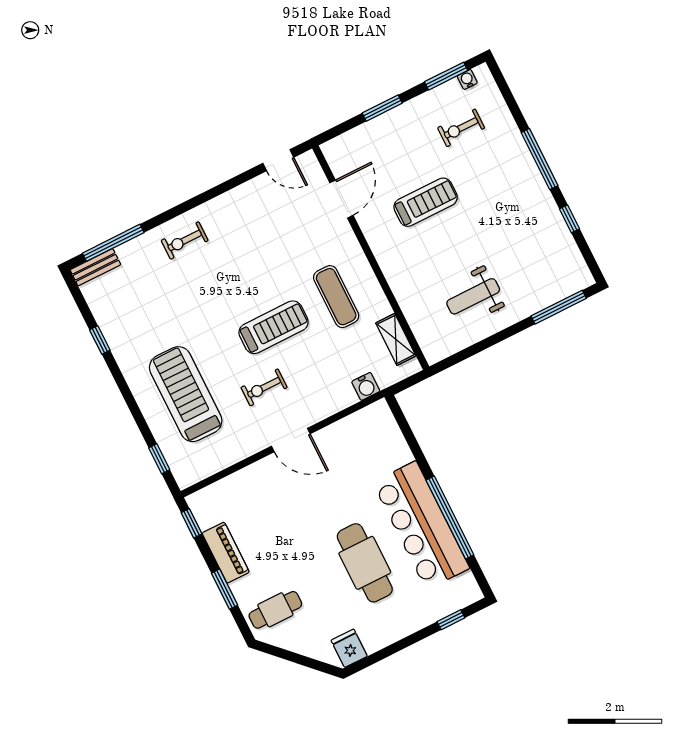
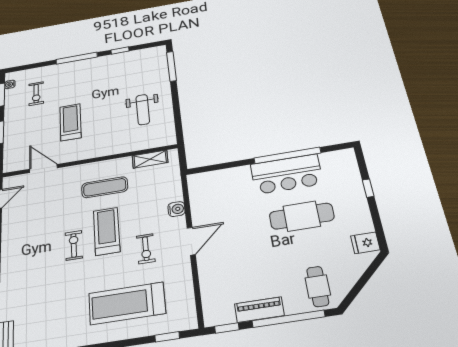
exercise bike: (185, 240) -> (74, 245), moved, turned 180
water cooler: (366, 386) -> (176, 209), moved
bar counter: (421, 525) -> (287, 174), width x0.73
window: (225, 589) -> (288, 319), width x2.11
window: (451, 620) -> (368, 188), moved

